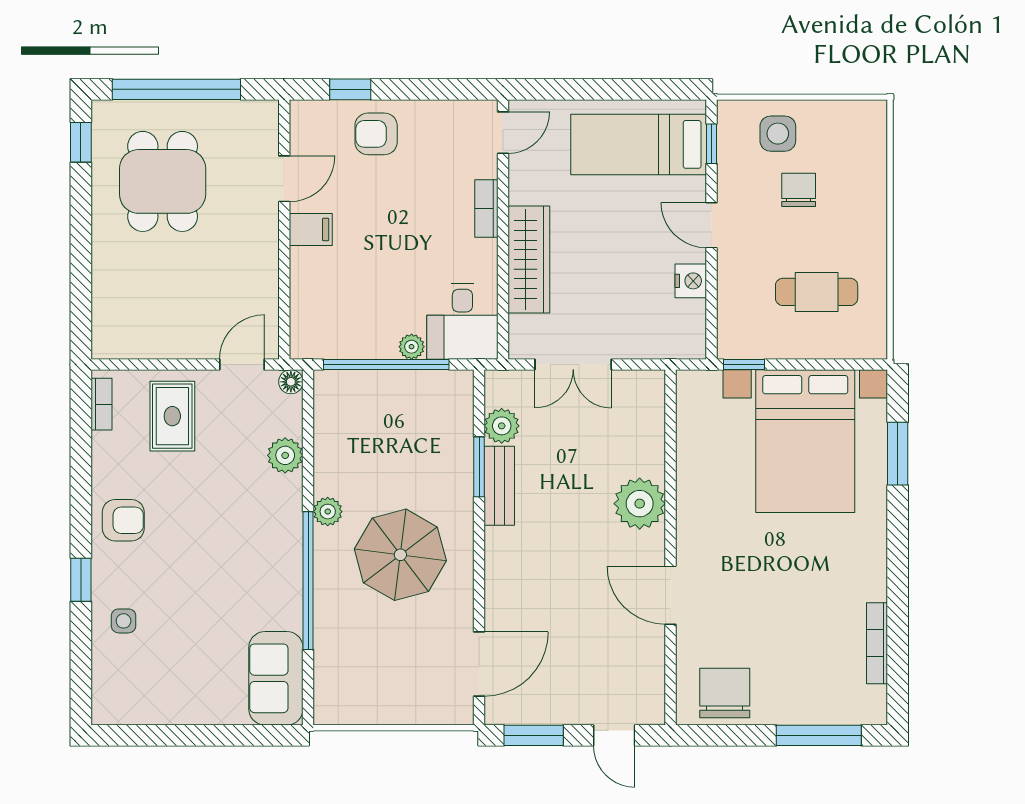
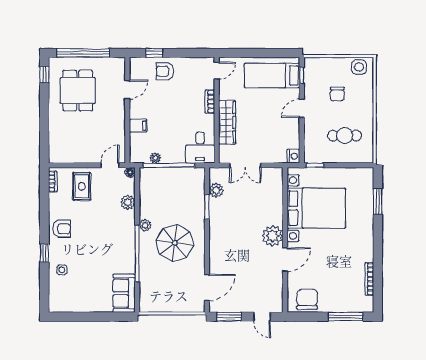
side table: (778, 134) -> (359, 67), moved
chair: (799, 190) -> (337, 94), turned 180
door: (711, 225) -> (302, 108), hinge flipped
filing cabinet: (311, 229) -> (138, 126), moved
nightstand: (691, 281) -> (293, 156), moved
plant: (412, 347) -> (155, 158), moved
bed with nightstands: (805, 441) -> (316, 208), moved, turned -90
bench: (499, 486) -> (215, 215), removed
plant: (640, 504) -> (272, 236), moved
door: (670, 595) -> (285, 259), swing flipped

